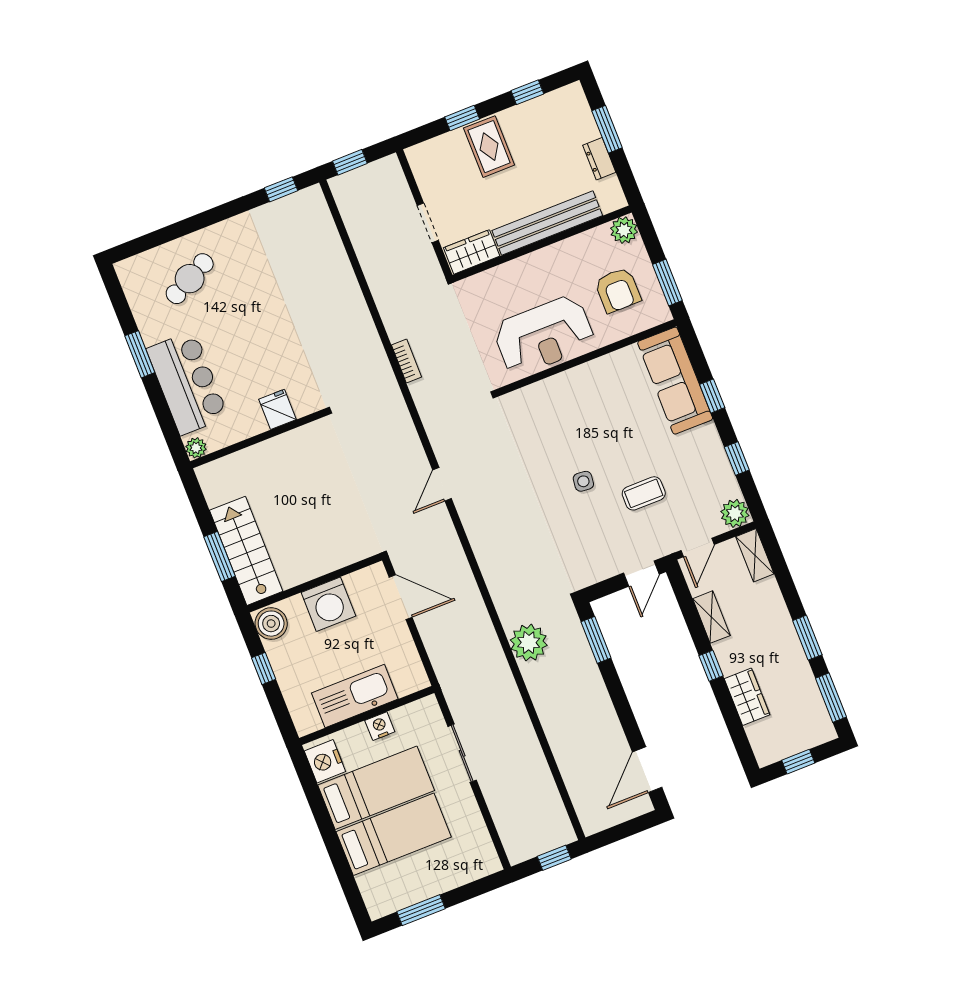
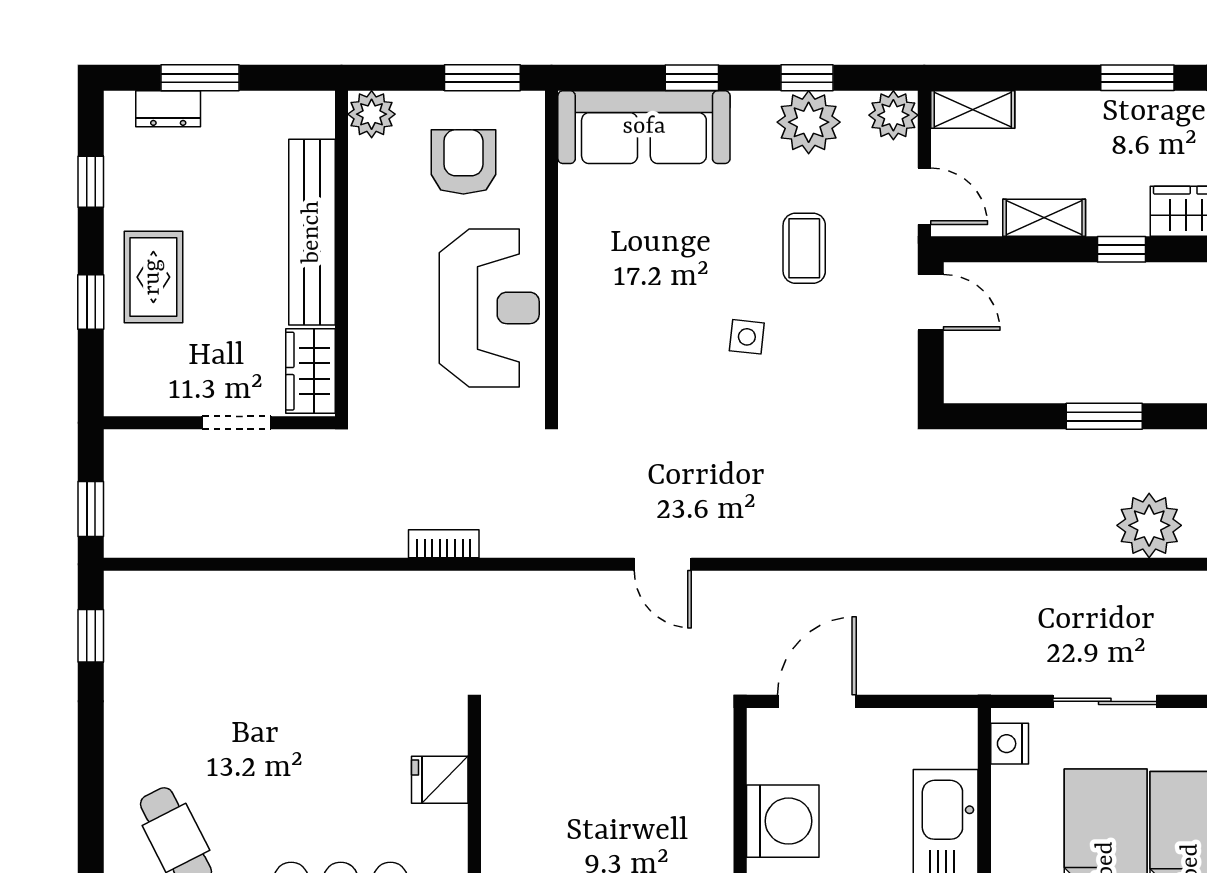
rug: (489, 147) -> (153, 277), turned 90
dresser: (599, 159) -> (168, 109), moved
armchair: (618, 290) -> (463, 162), turned -90
plant: (713, 469) -> (809, 122), added
window: (596, 640) -> (1104, 416), moved
plant: (529, 643) -> (1149, 525), moved
nightstand: (380, 726) -> (1010, 744), moved

